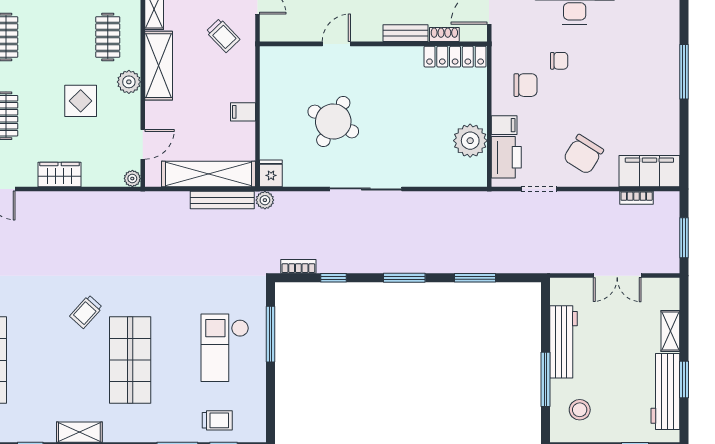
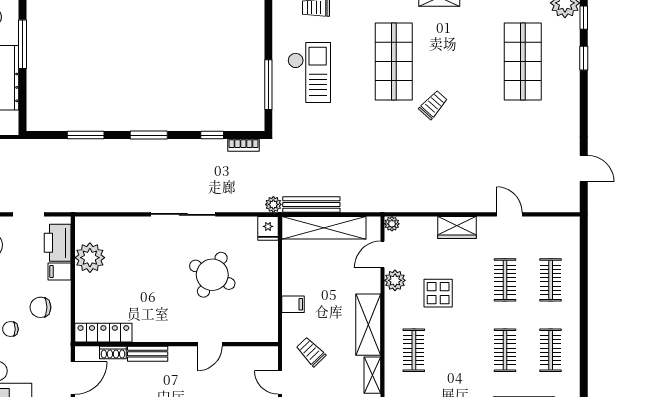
plant: (129, 82) -> (395, 280), moved
filing cabinet: (243, 112) -> (293, 304), moved

